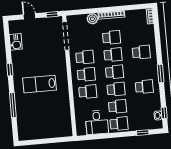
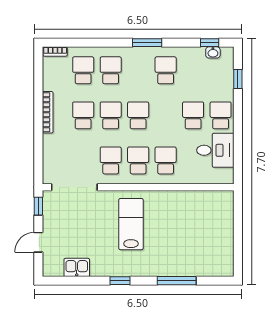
plant: (92, 19) -> (51, 143), removed
lab bench: (40, 84) -> (131, 224), moved, turned 180
school desk: (116, 89) -> (83, 70), moved

